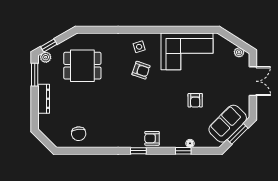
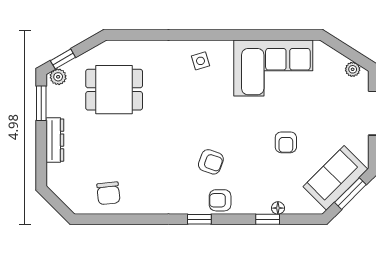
armchair: (141, 70) -> (211, 162), moved

